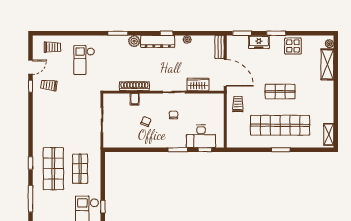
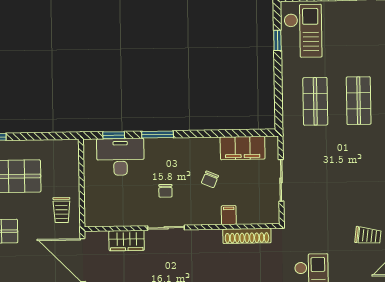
shoe rack: (134, 86) -> (247, 236), moved
filing cabinet: (125, 141) -> (243, 148), added
shop shelf: (53, 169) -> (359, 101), width x0.70, depth x0.74

